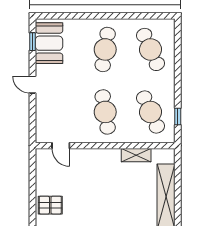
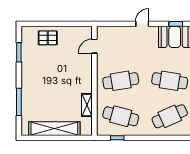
cafe table: (150, 112) -> (121, 116), turned 39
pallet: (50, 205) -> (48, 38), turned 90

